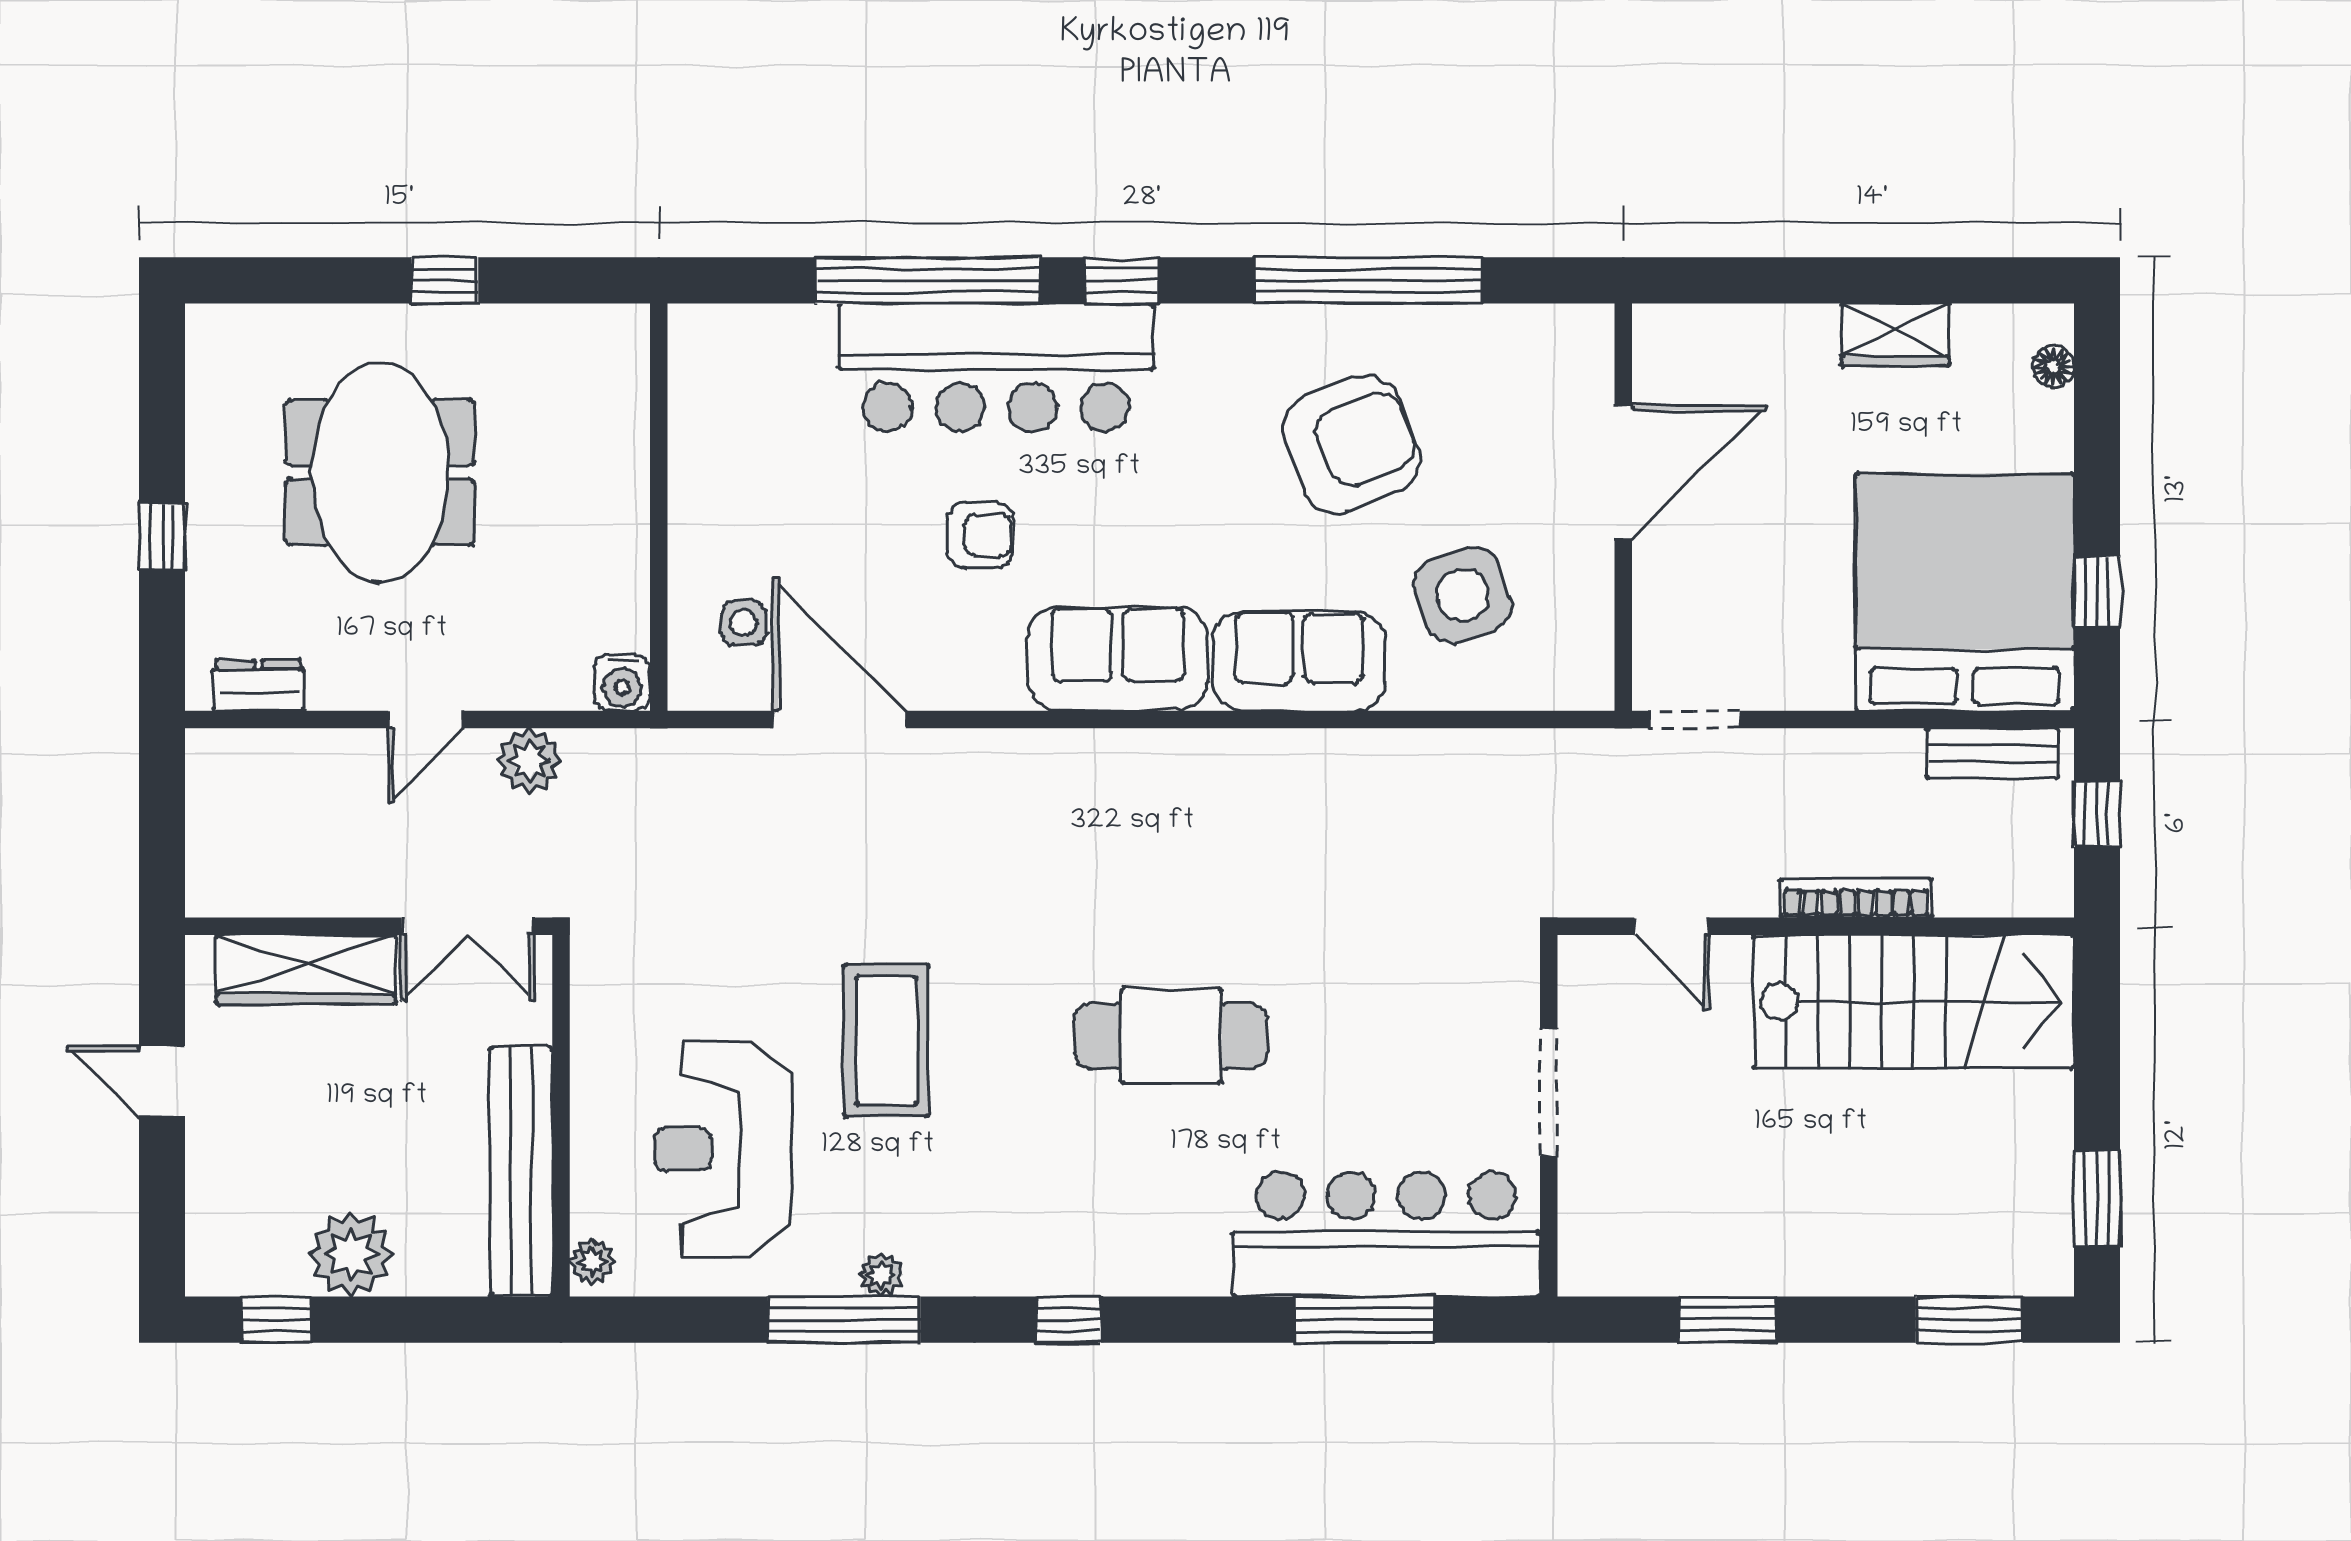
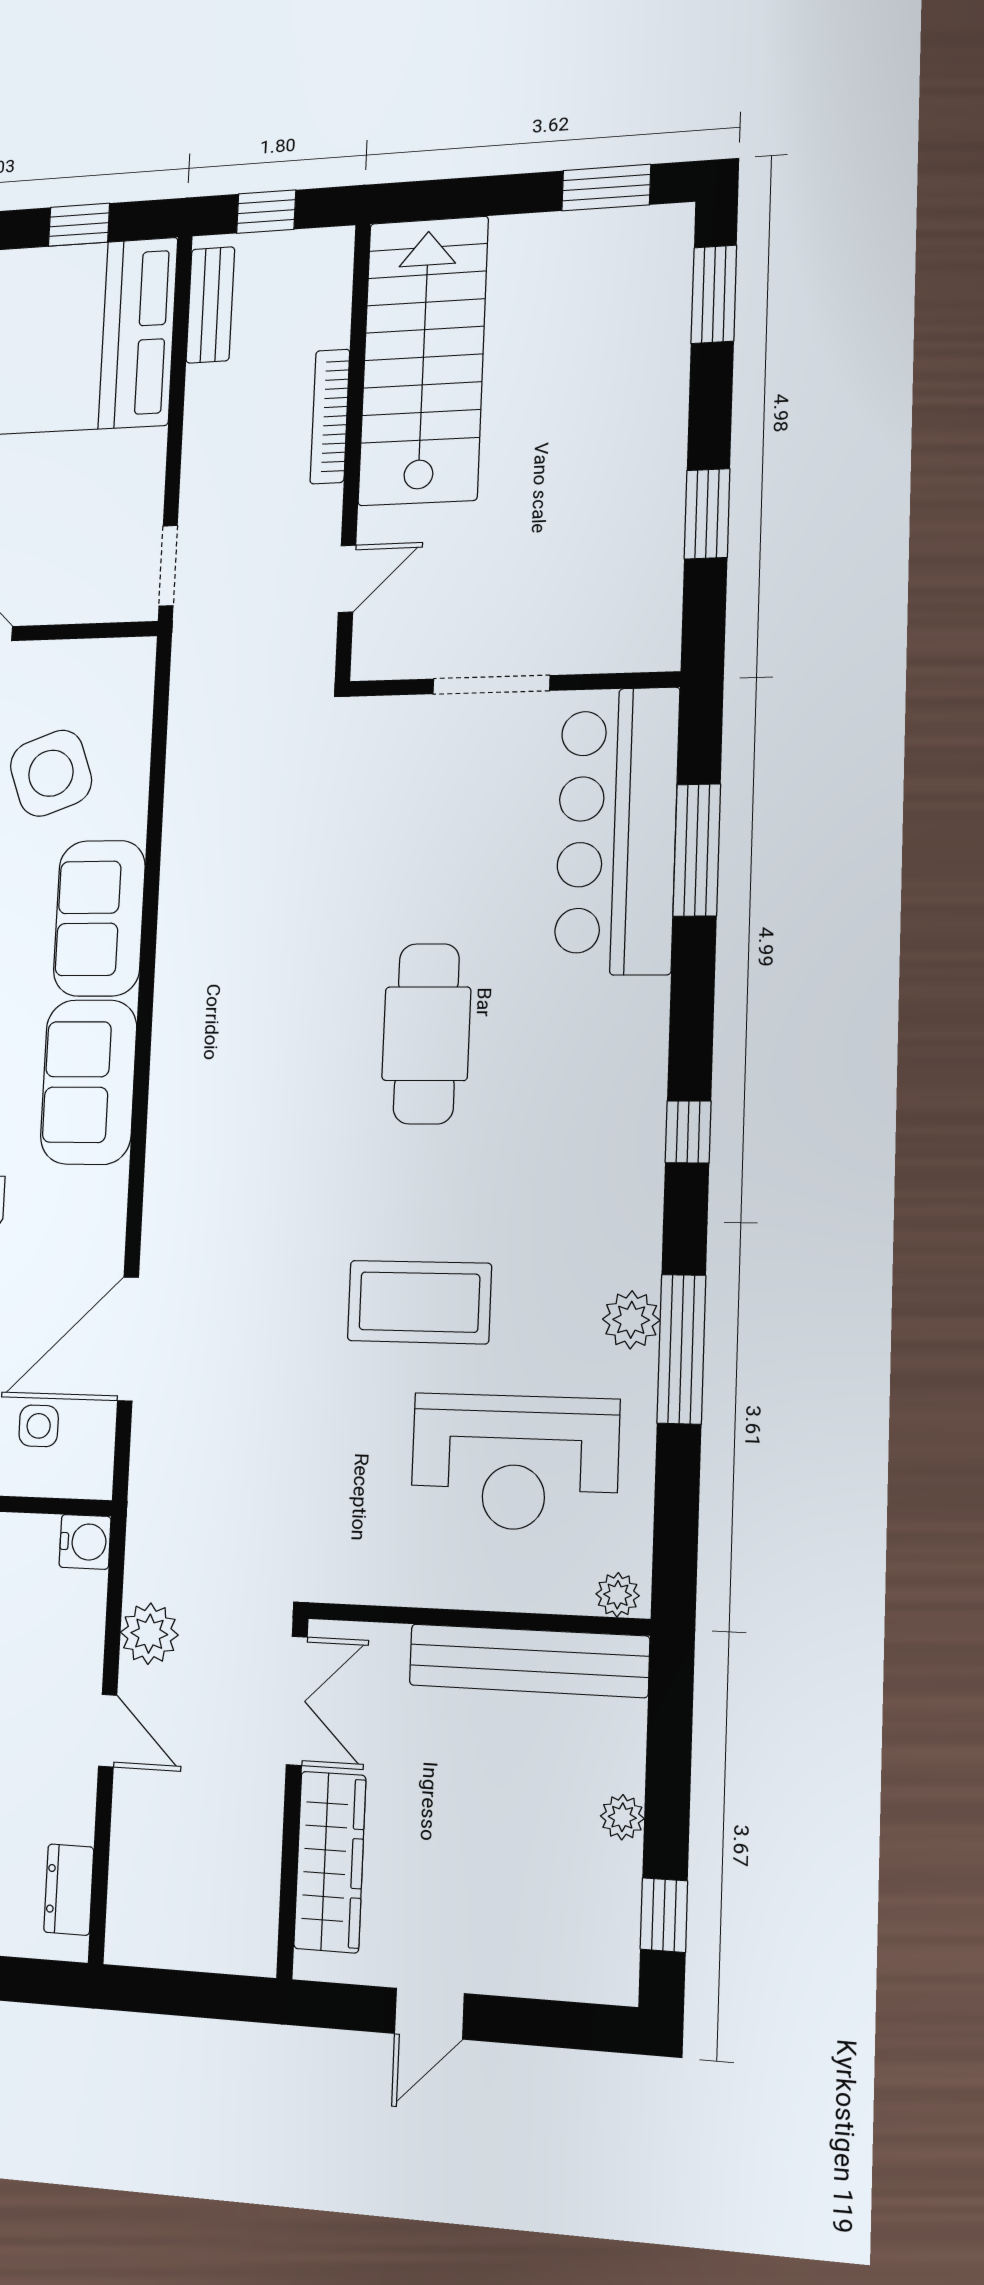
plant: (351, 1254) -> (622, 1817), width x0.53, depth x0.53
plant: (881, 1275) -> (631, 1320), width x1.38, depth x1.38

